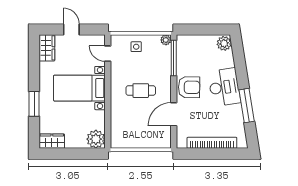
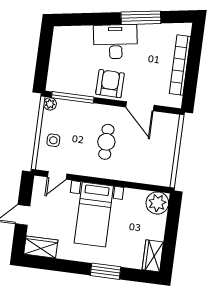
plant: (224, 43) -> (63, 35), removed

